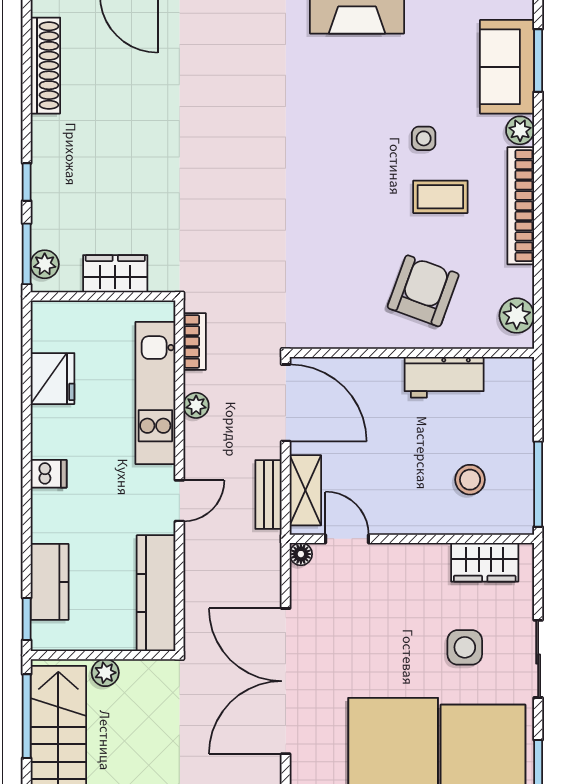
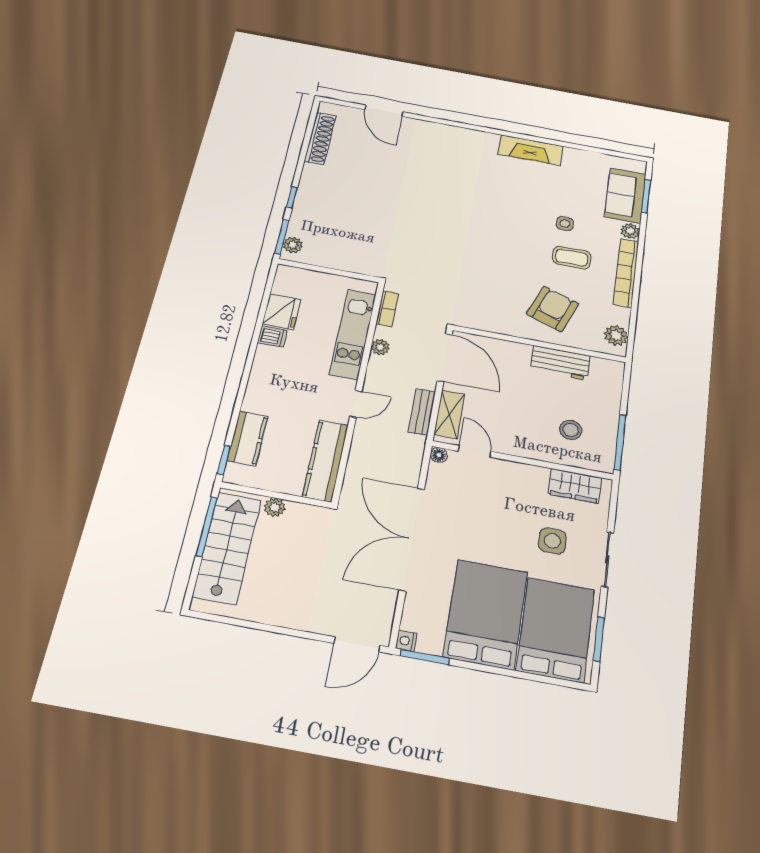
wardrobe: (115, 274) -> (340, 259), removed
dishwasher: (49, 474) -> (272, 337), moved

